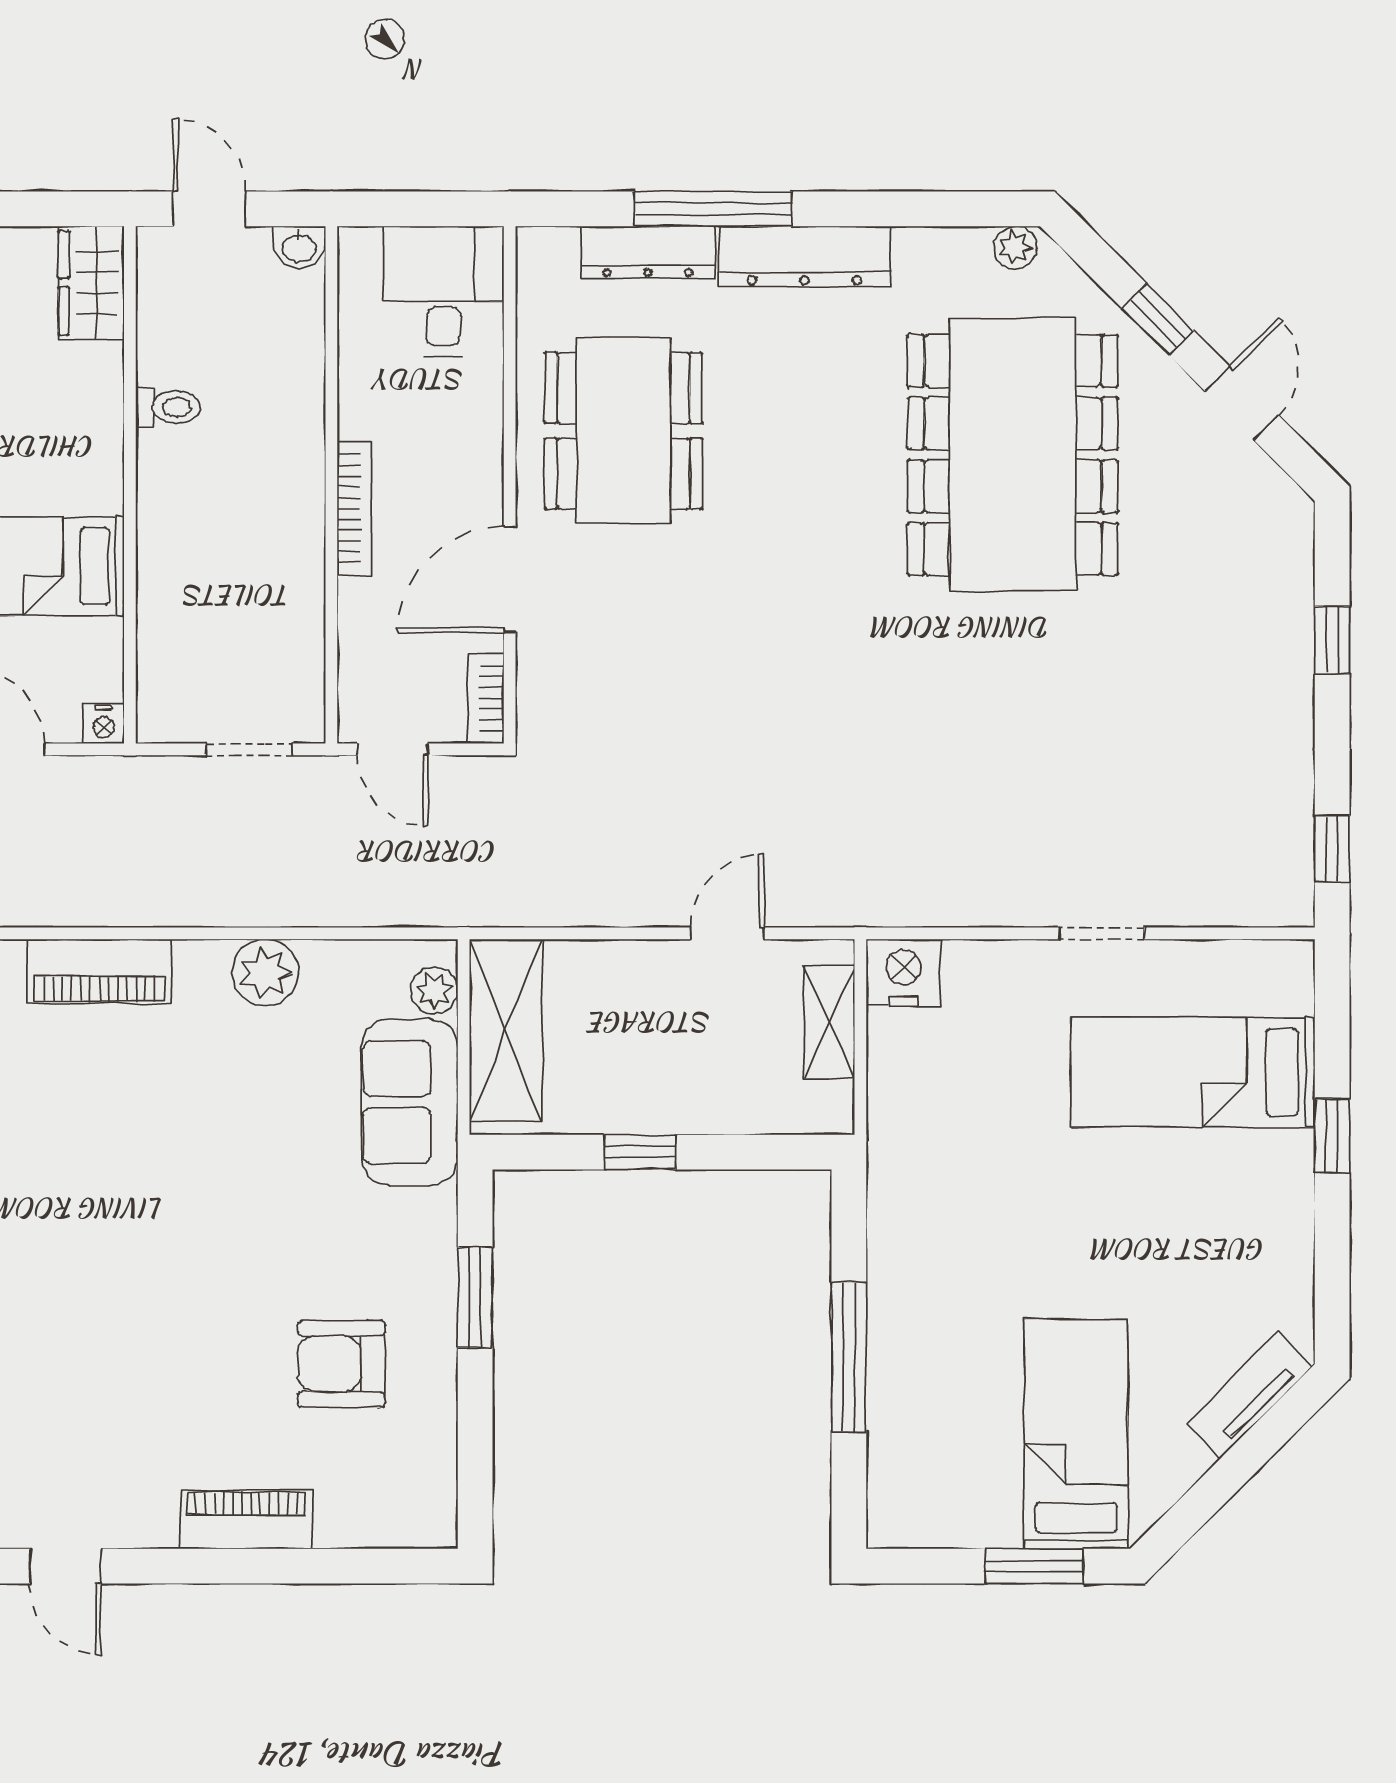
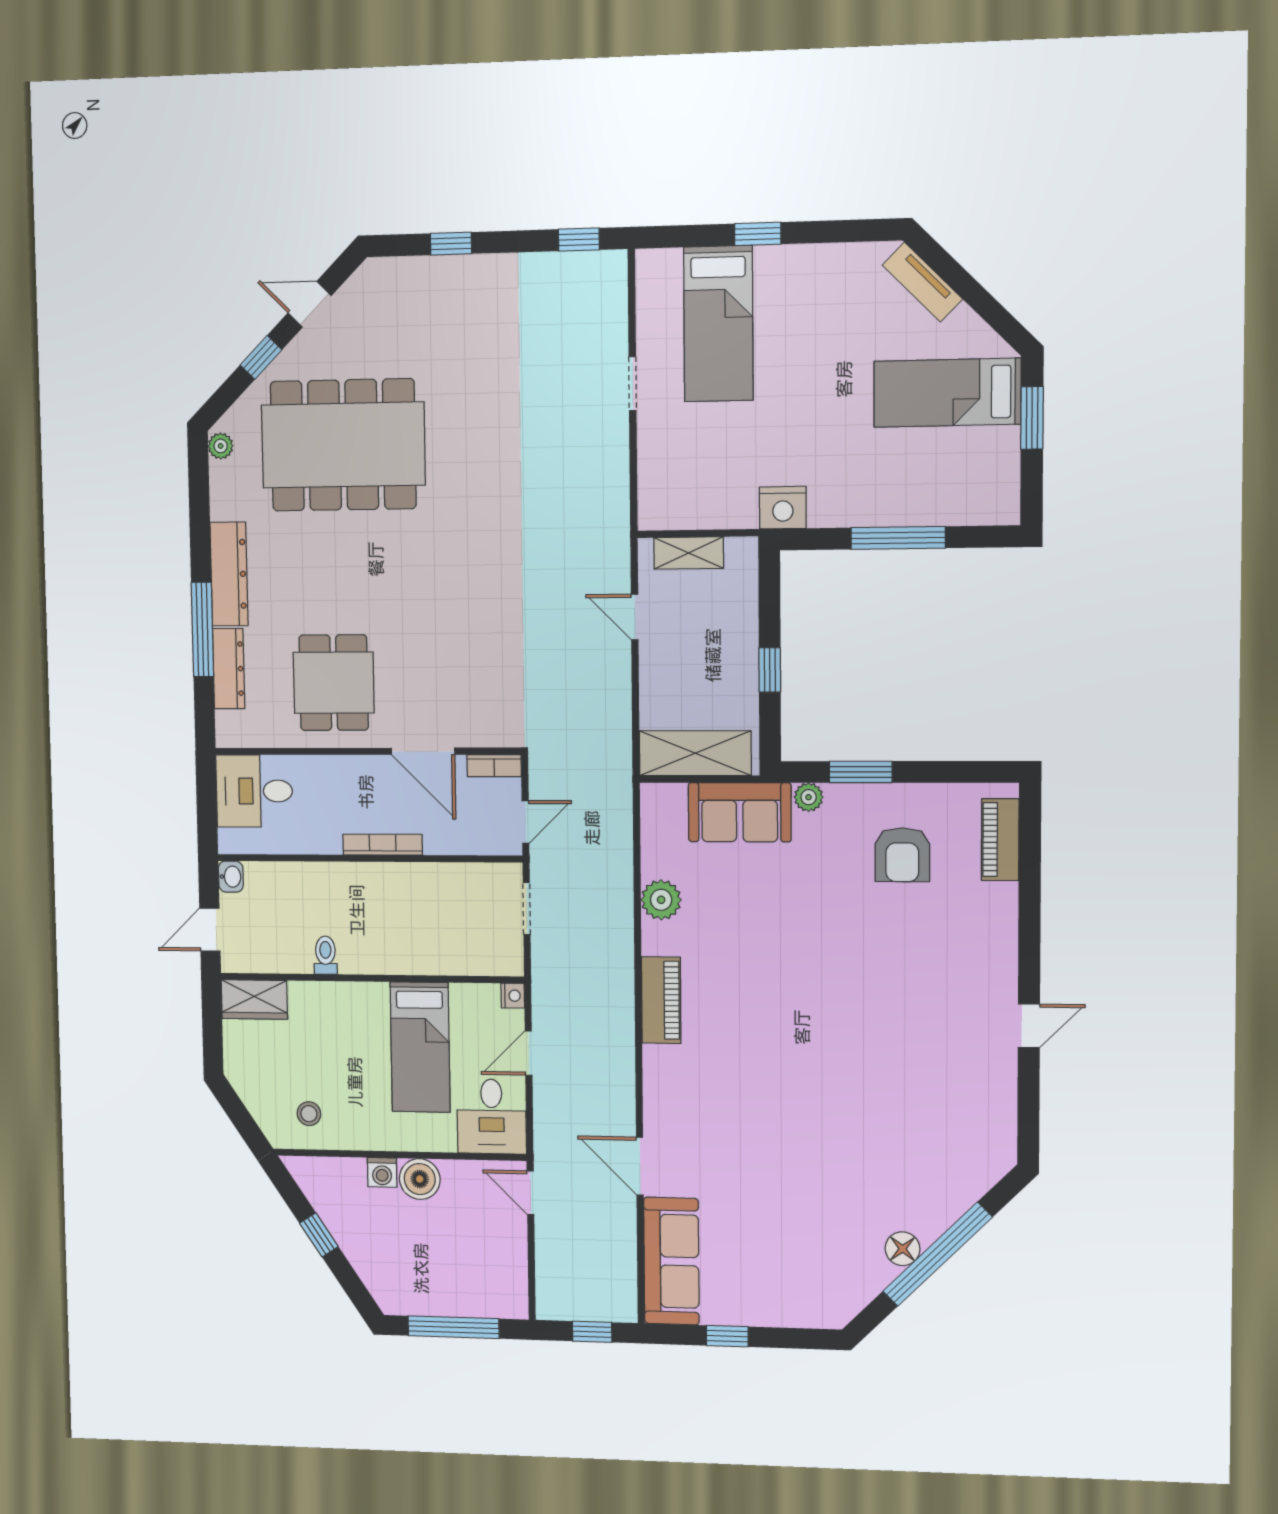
dining table: (624, 431) -> (334, 683), width x0.73
nightstand: (903, 973) -> (783, 508), moved, turned -90
plant: (434, 991) -> (809, 797), moved
piano: (246, 1519) -> (1000, 840), moved

